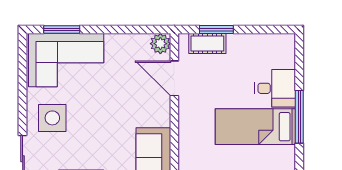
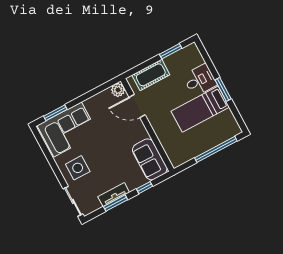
window: (216, 30) -> (171, 51), moved
cot: (207, 43) -> (151, 75), width x1.37, depth x1.34
window: (299, 117) -> (223, 89), width x0.69

